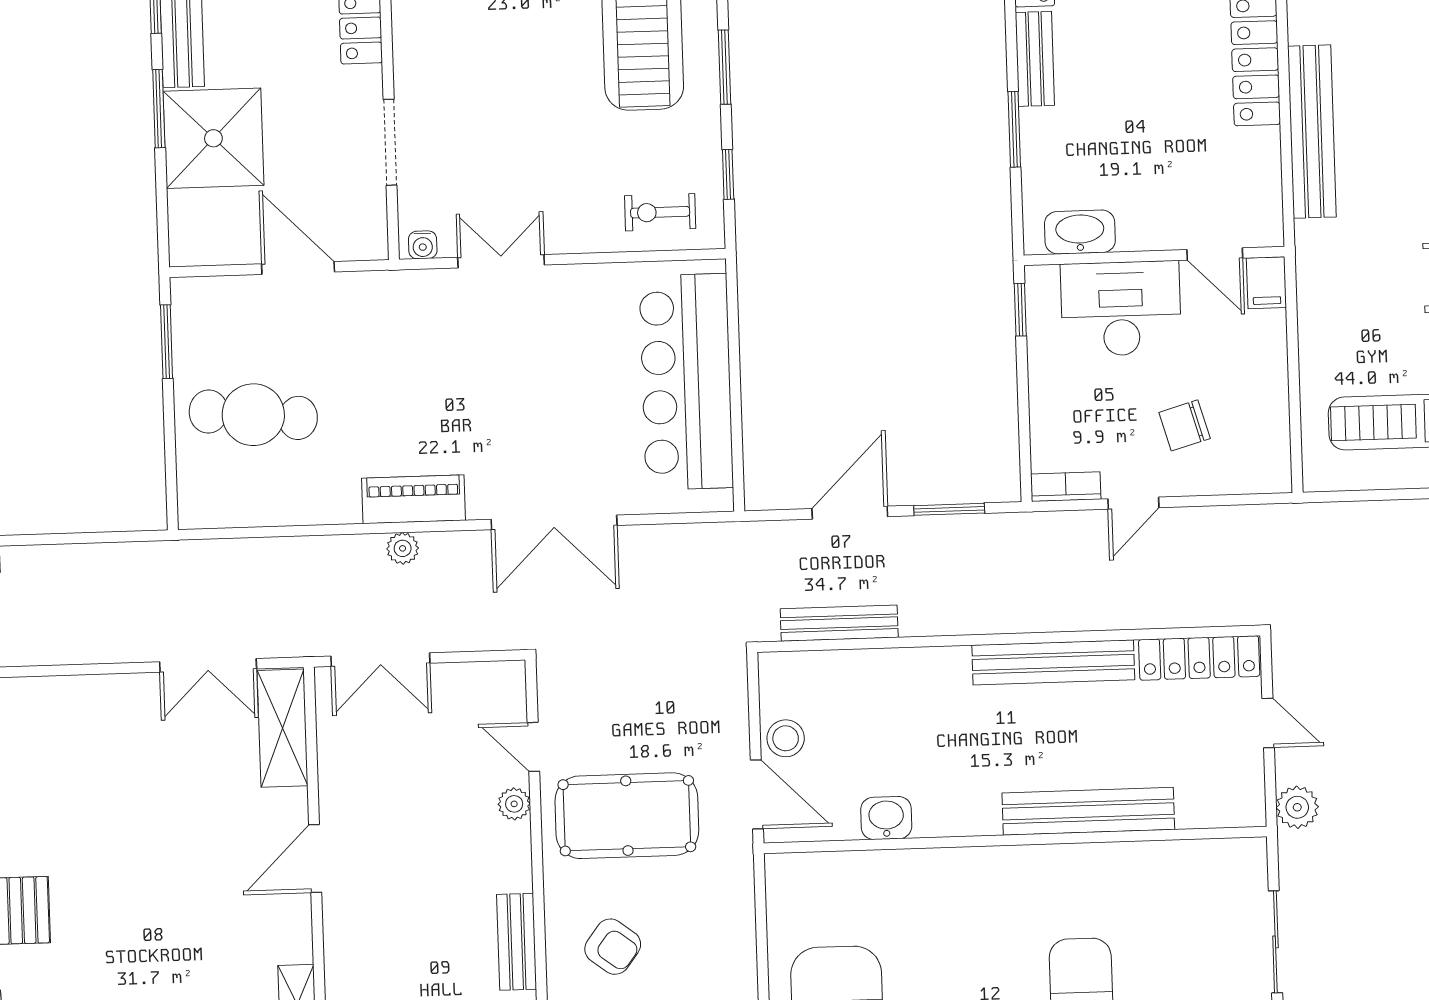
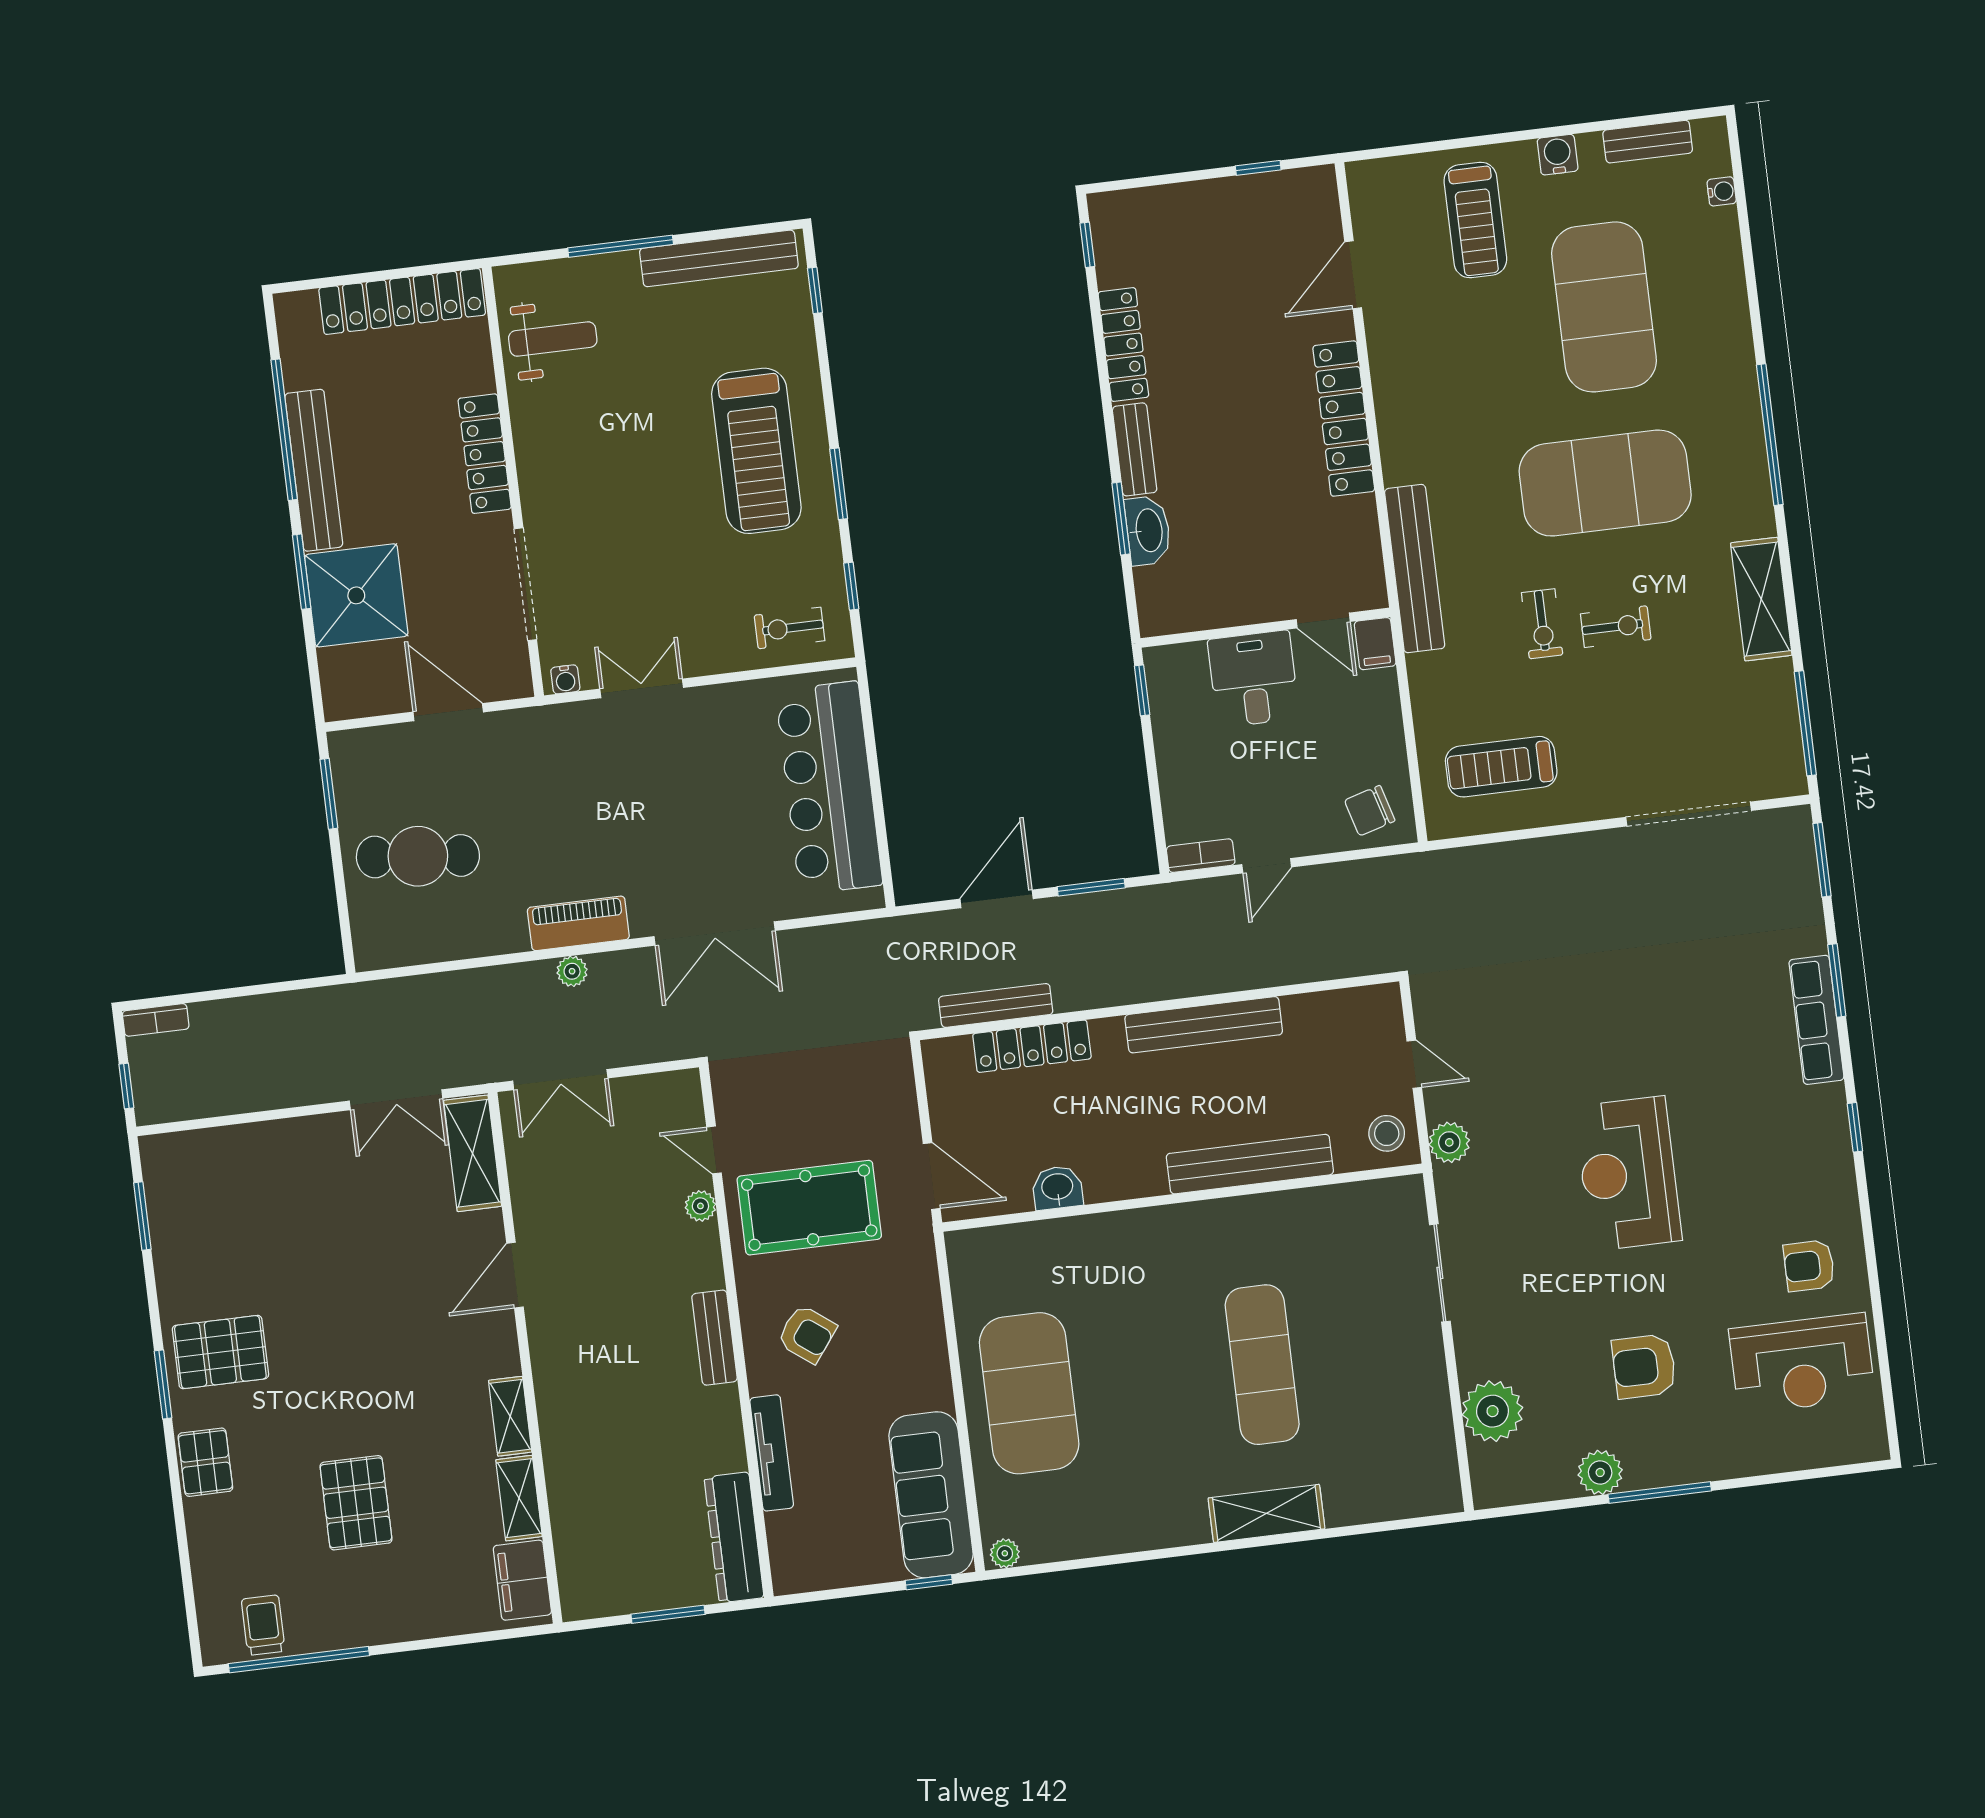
bench: (1312, 132) -> (1415, 569), moved
doorway: (390, 142) -> (525, 584), width x1.36
washbasin: (1080, 232) -> (1148, 530), moved, turned 90
desk: (1121, 309) -> (1253, 679), width x0.73
chair: (1185, 425) -> (1370, 811), moved
locker: (1199, 658) -> (1032, 1046), moved
stool: (786, 738) -> (1387, 1133), moved

